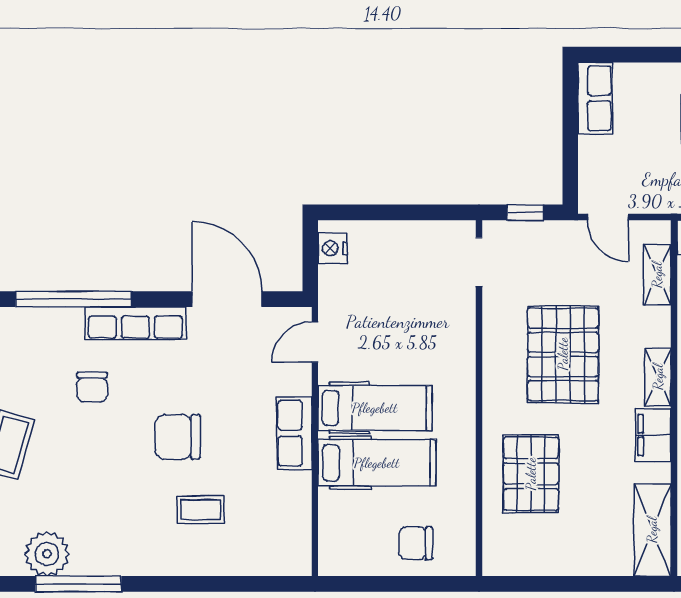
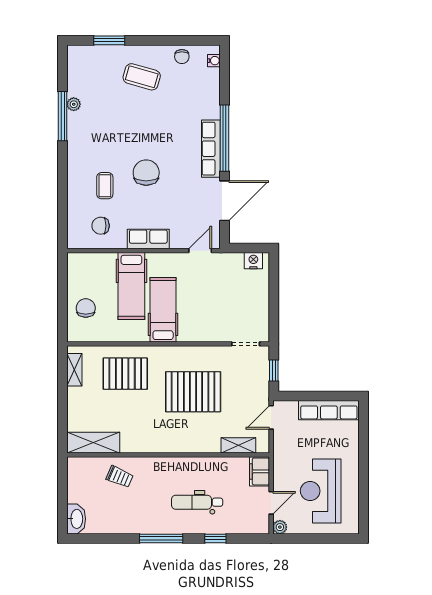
row of seats: (595, 98) -> (329, 410), width x1.48
window: (74, 299) -> (225, 138), moved
door: (315, 342) -> (200, 251), hinge flipped
shelving: (658, 377) -> (74, 370), moved, turned 90
chair: (92, 387) -> (101, 226), moved
hospital bed: (375, 408) -> (163, 310), moved, turned 180
filing cabinet: (653, 435) -> (147, 443), removed
plant: (47, 554) -> (74, 104), width x0.53, depth x0.53

